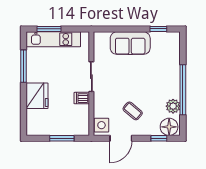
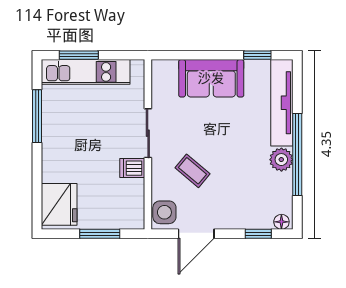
tv unit: (173, 58) -> (282, 103), added
fridge: (37, 96) -> (59, 204), moved
plant: (173, 106) -> (281, 160), moved
coffee table: (133, 111) -> (193, 171), moved
floor lamp: (169, 127) -> (281, 222), width x0.53, depth x0.53

